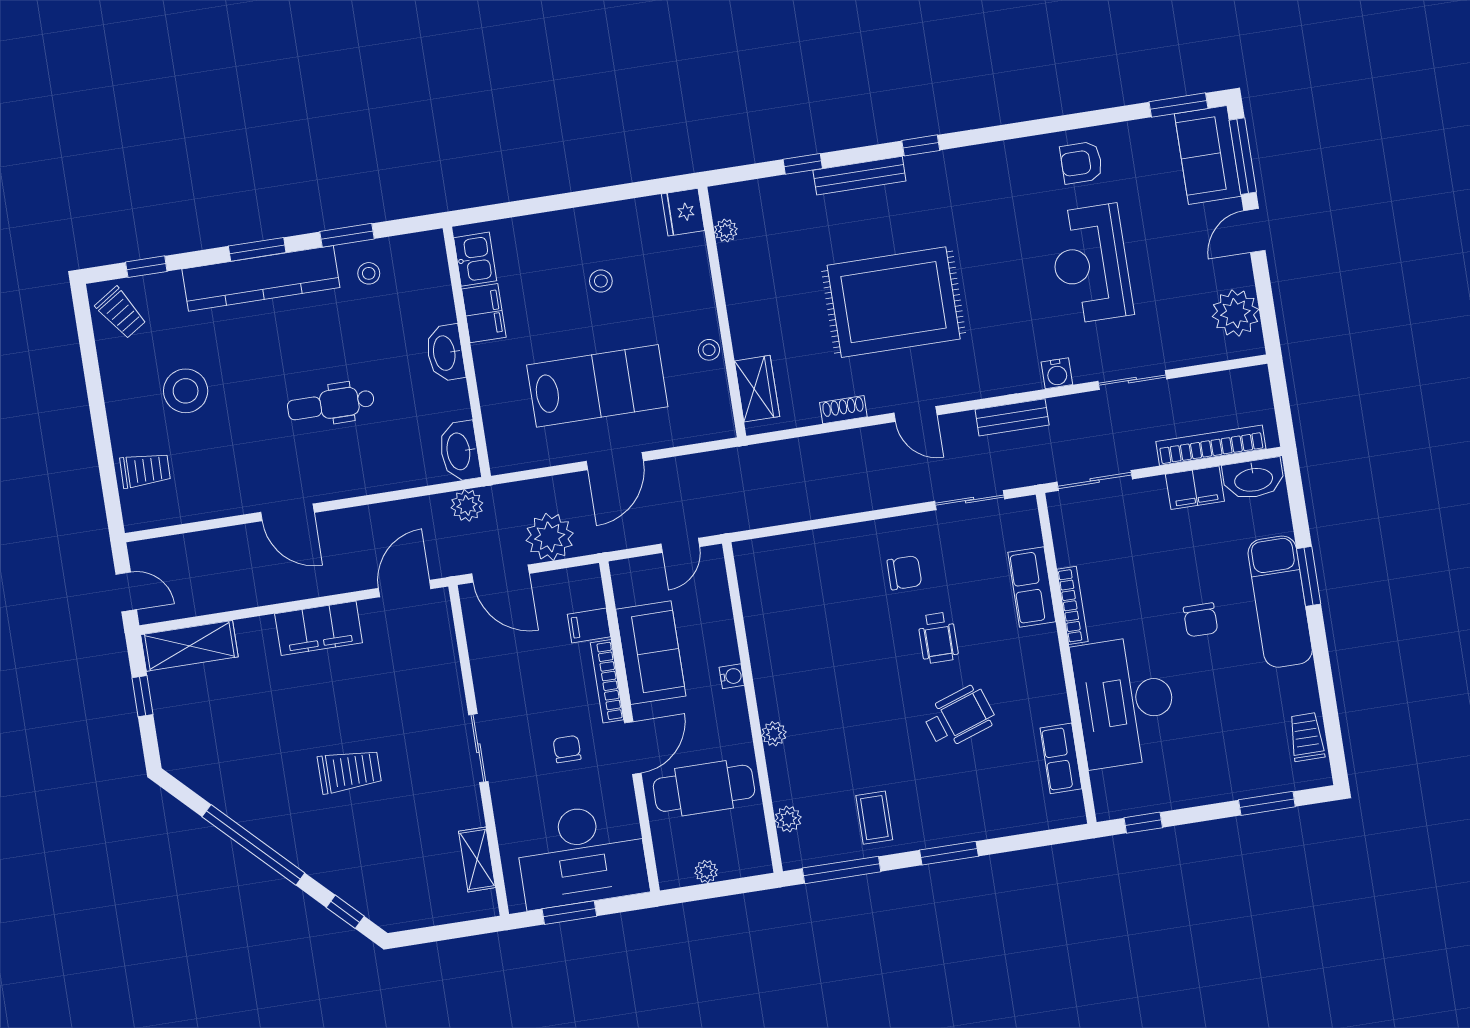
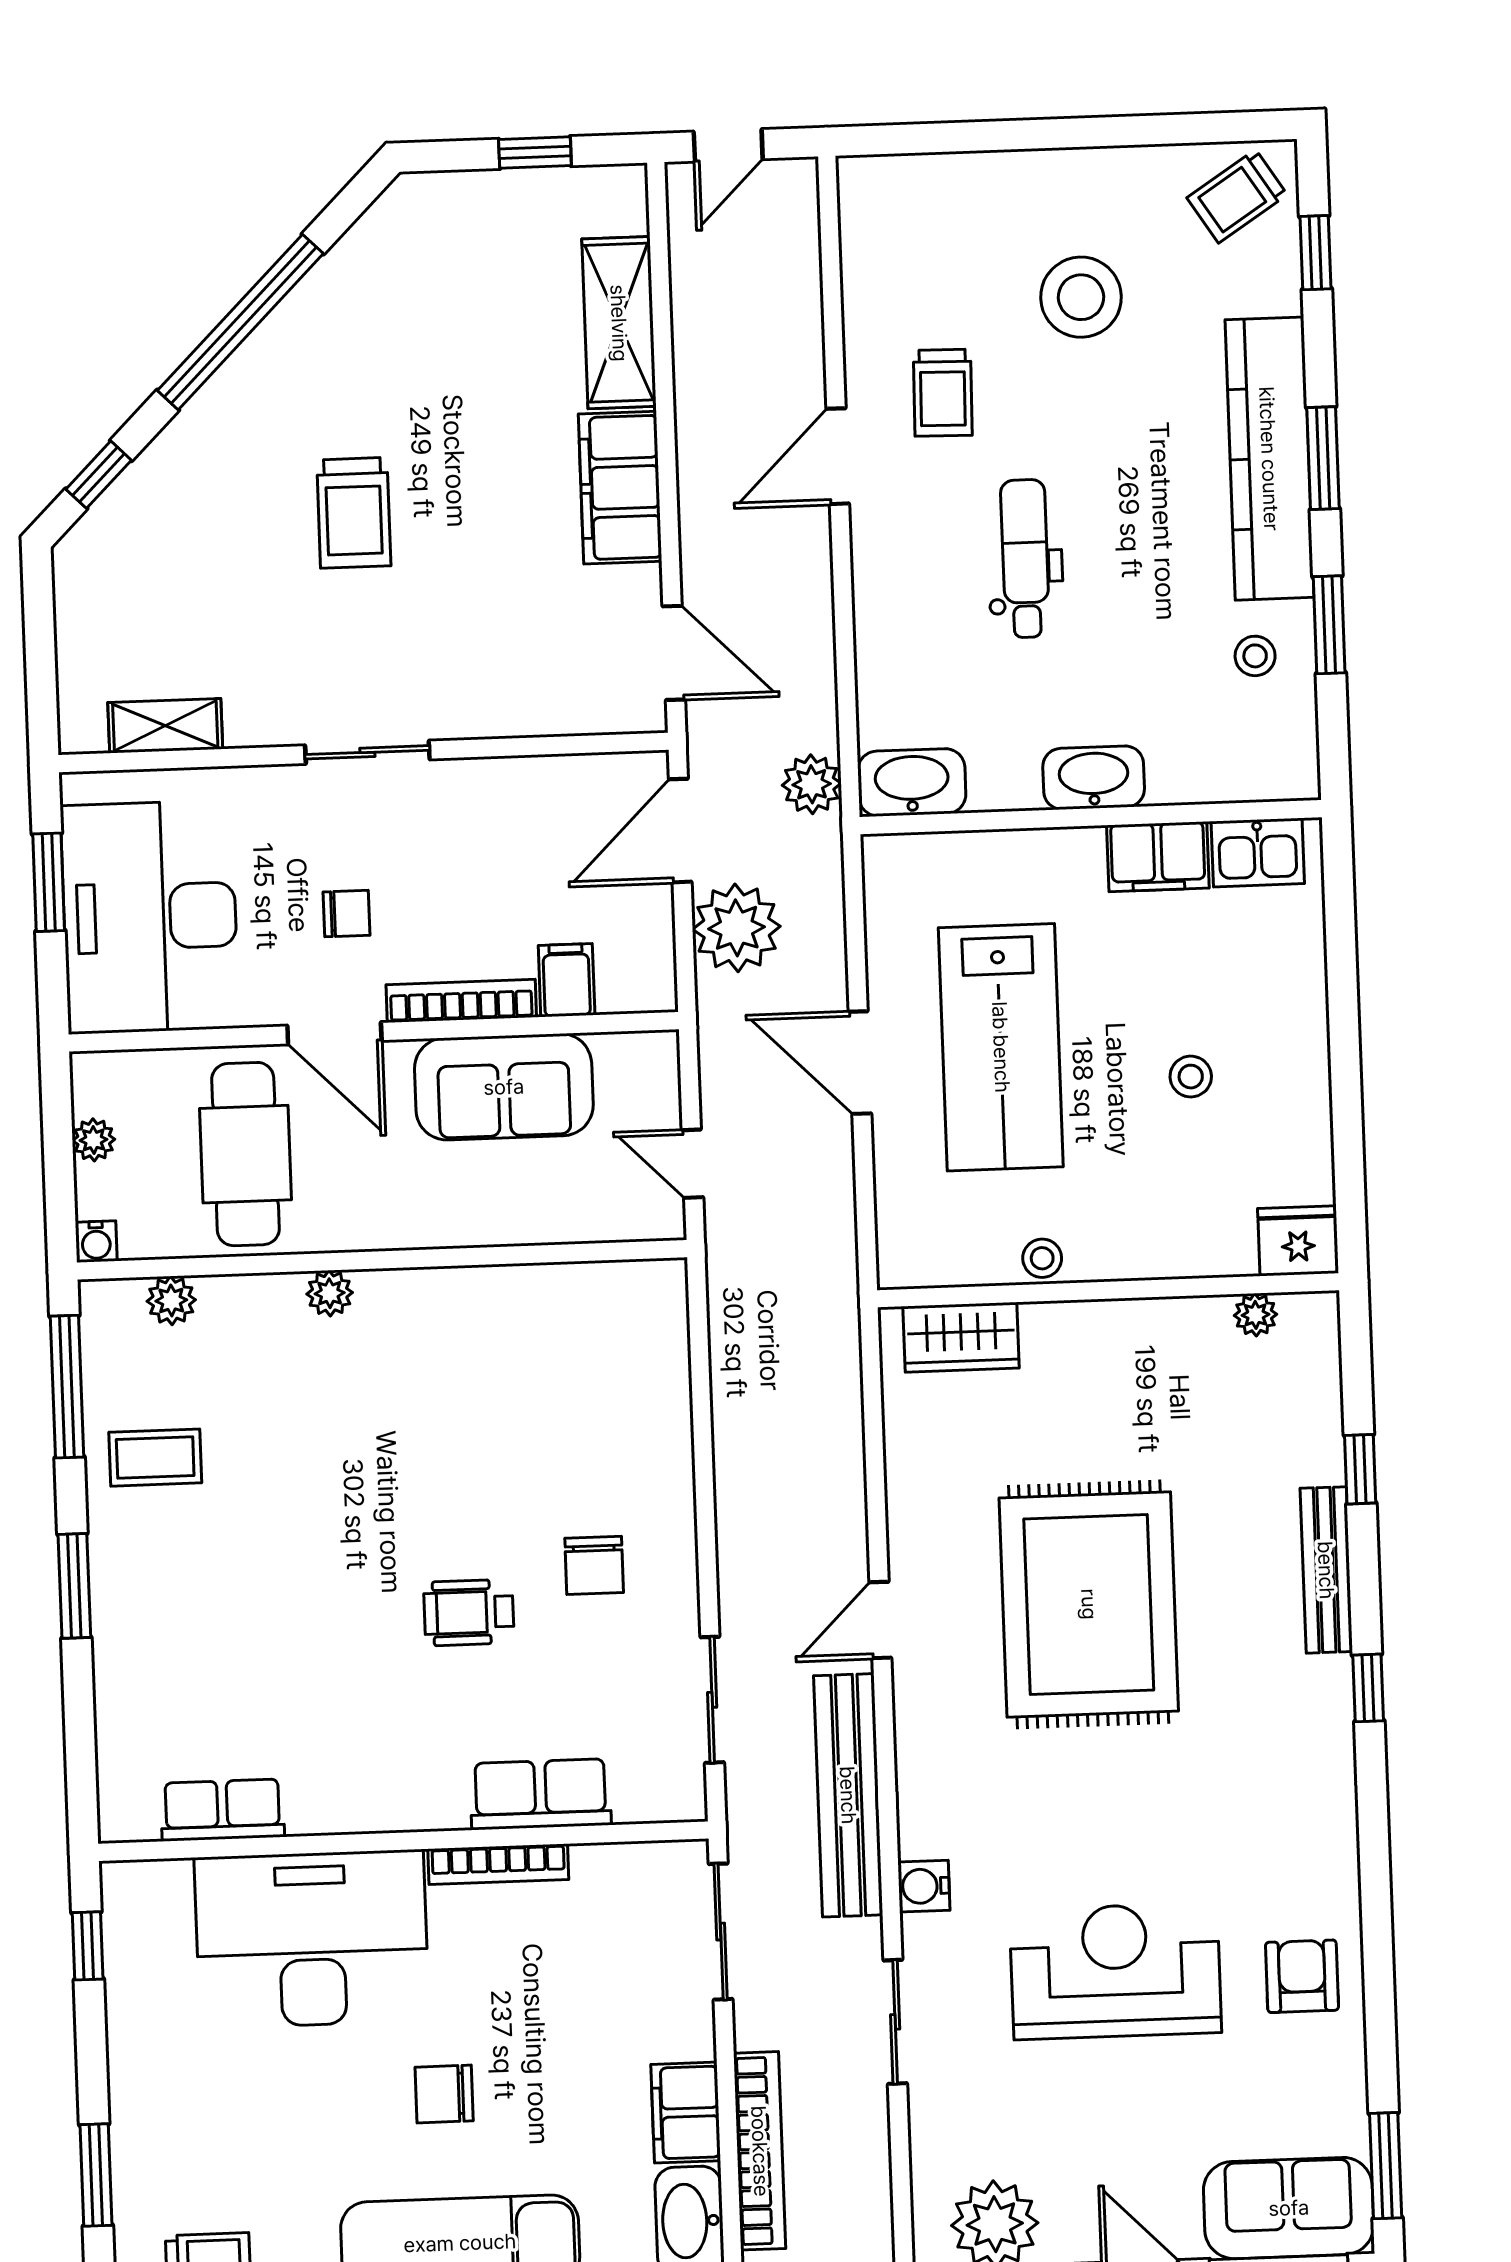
shoe rack: (843, 410) -> (904, 1490), removed
bench: (1012, 417) -> (848, 1795), width x1.86, depth x1.21
trolley: (145, 470) -> (943, 393), moved
shelving: (189, 646) -> (619, 323), moved
water cooler: (732, 676) -> (96, 1242), moved
wheelchair: (959, 717) -> (320, 1634), removed

